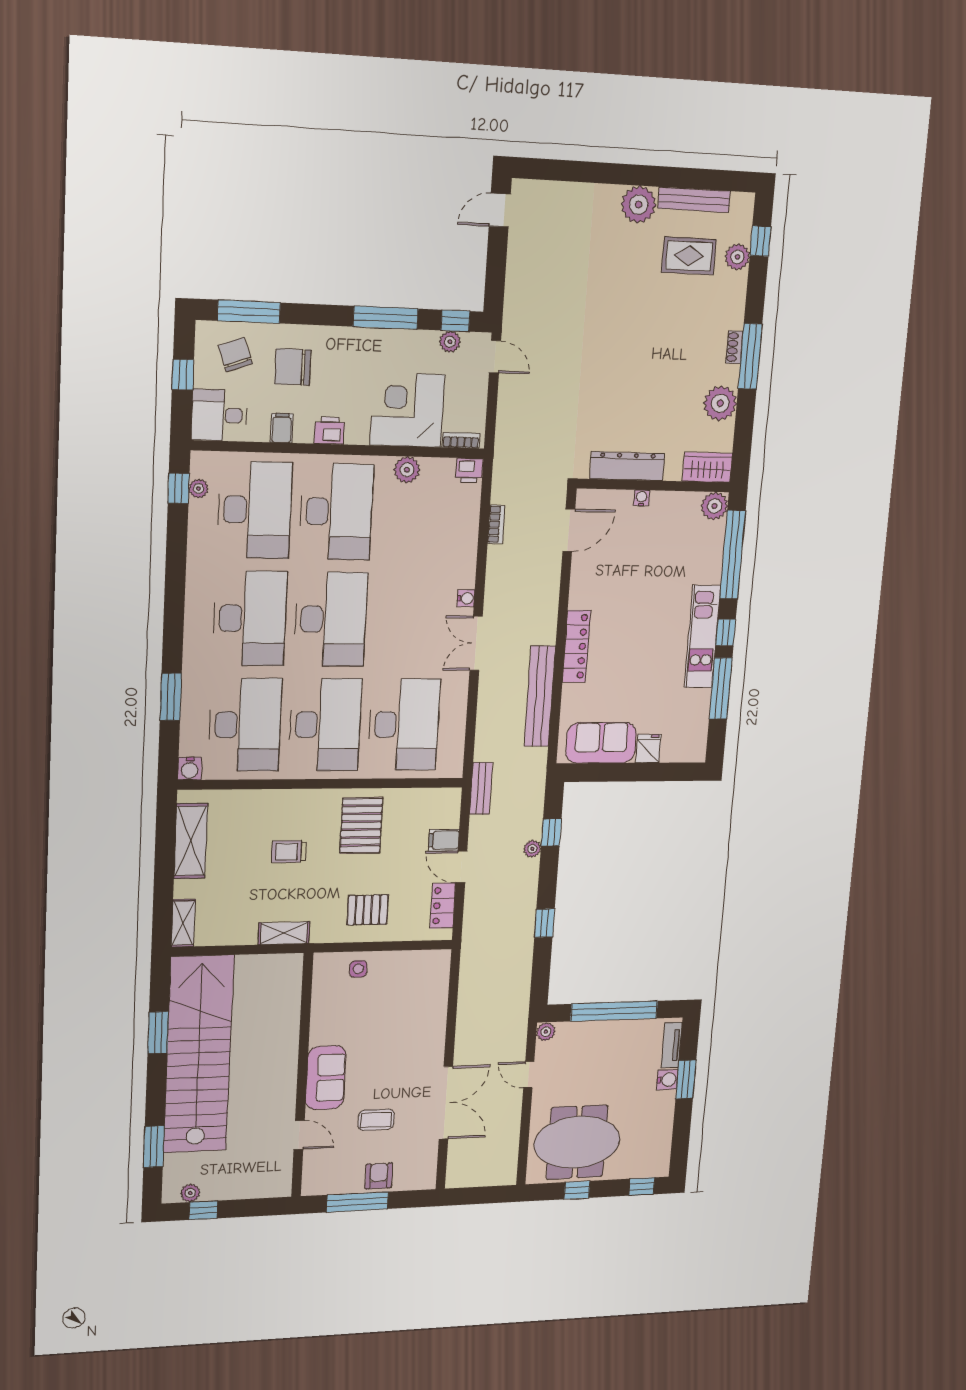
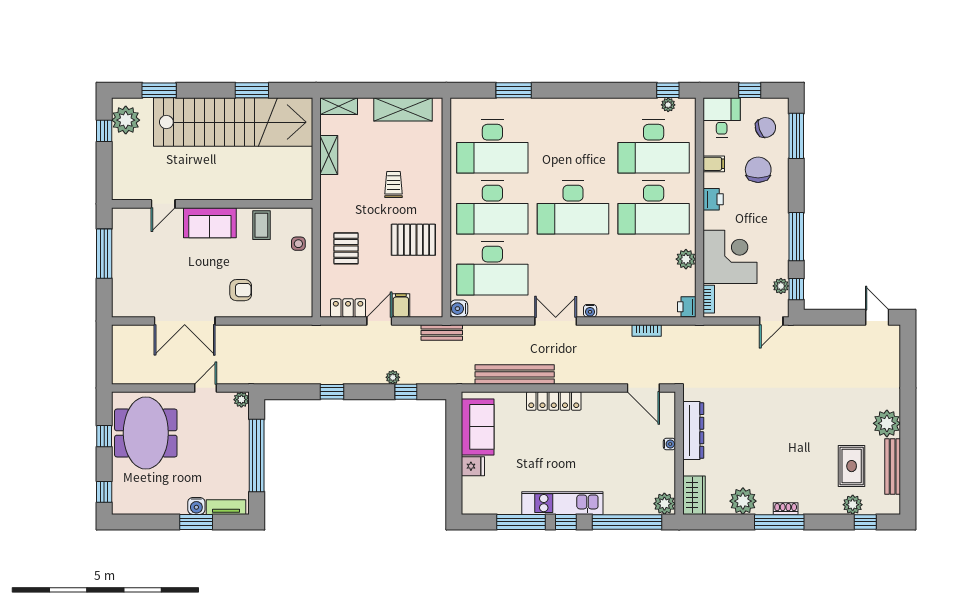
desk: (250, 618) -> (573, 147), removed
water cooler: (190, 769) -> (459, 309), moved
shelving: (284, 933) -> (329, 155), moved
coffee table: (376, 1120) -> (261, 225), moved
armchair: (379, 1176) -> (241, 290), moved
plant: (190, 1193) -> (126, 120), width x1.87, depth x1.87

